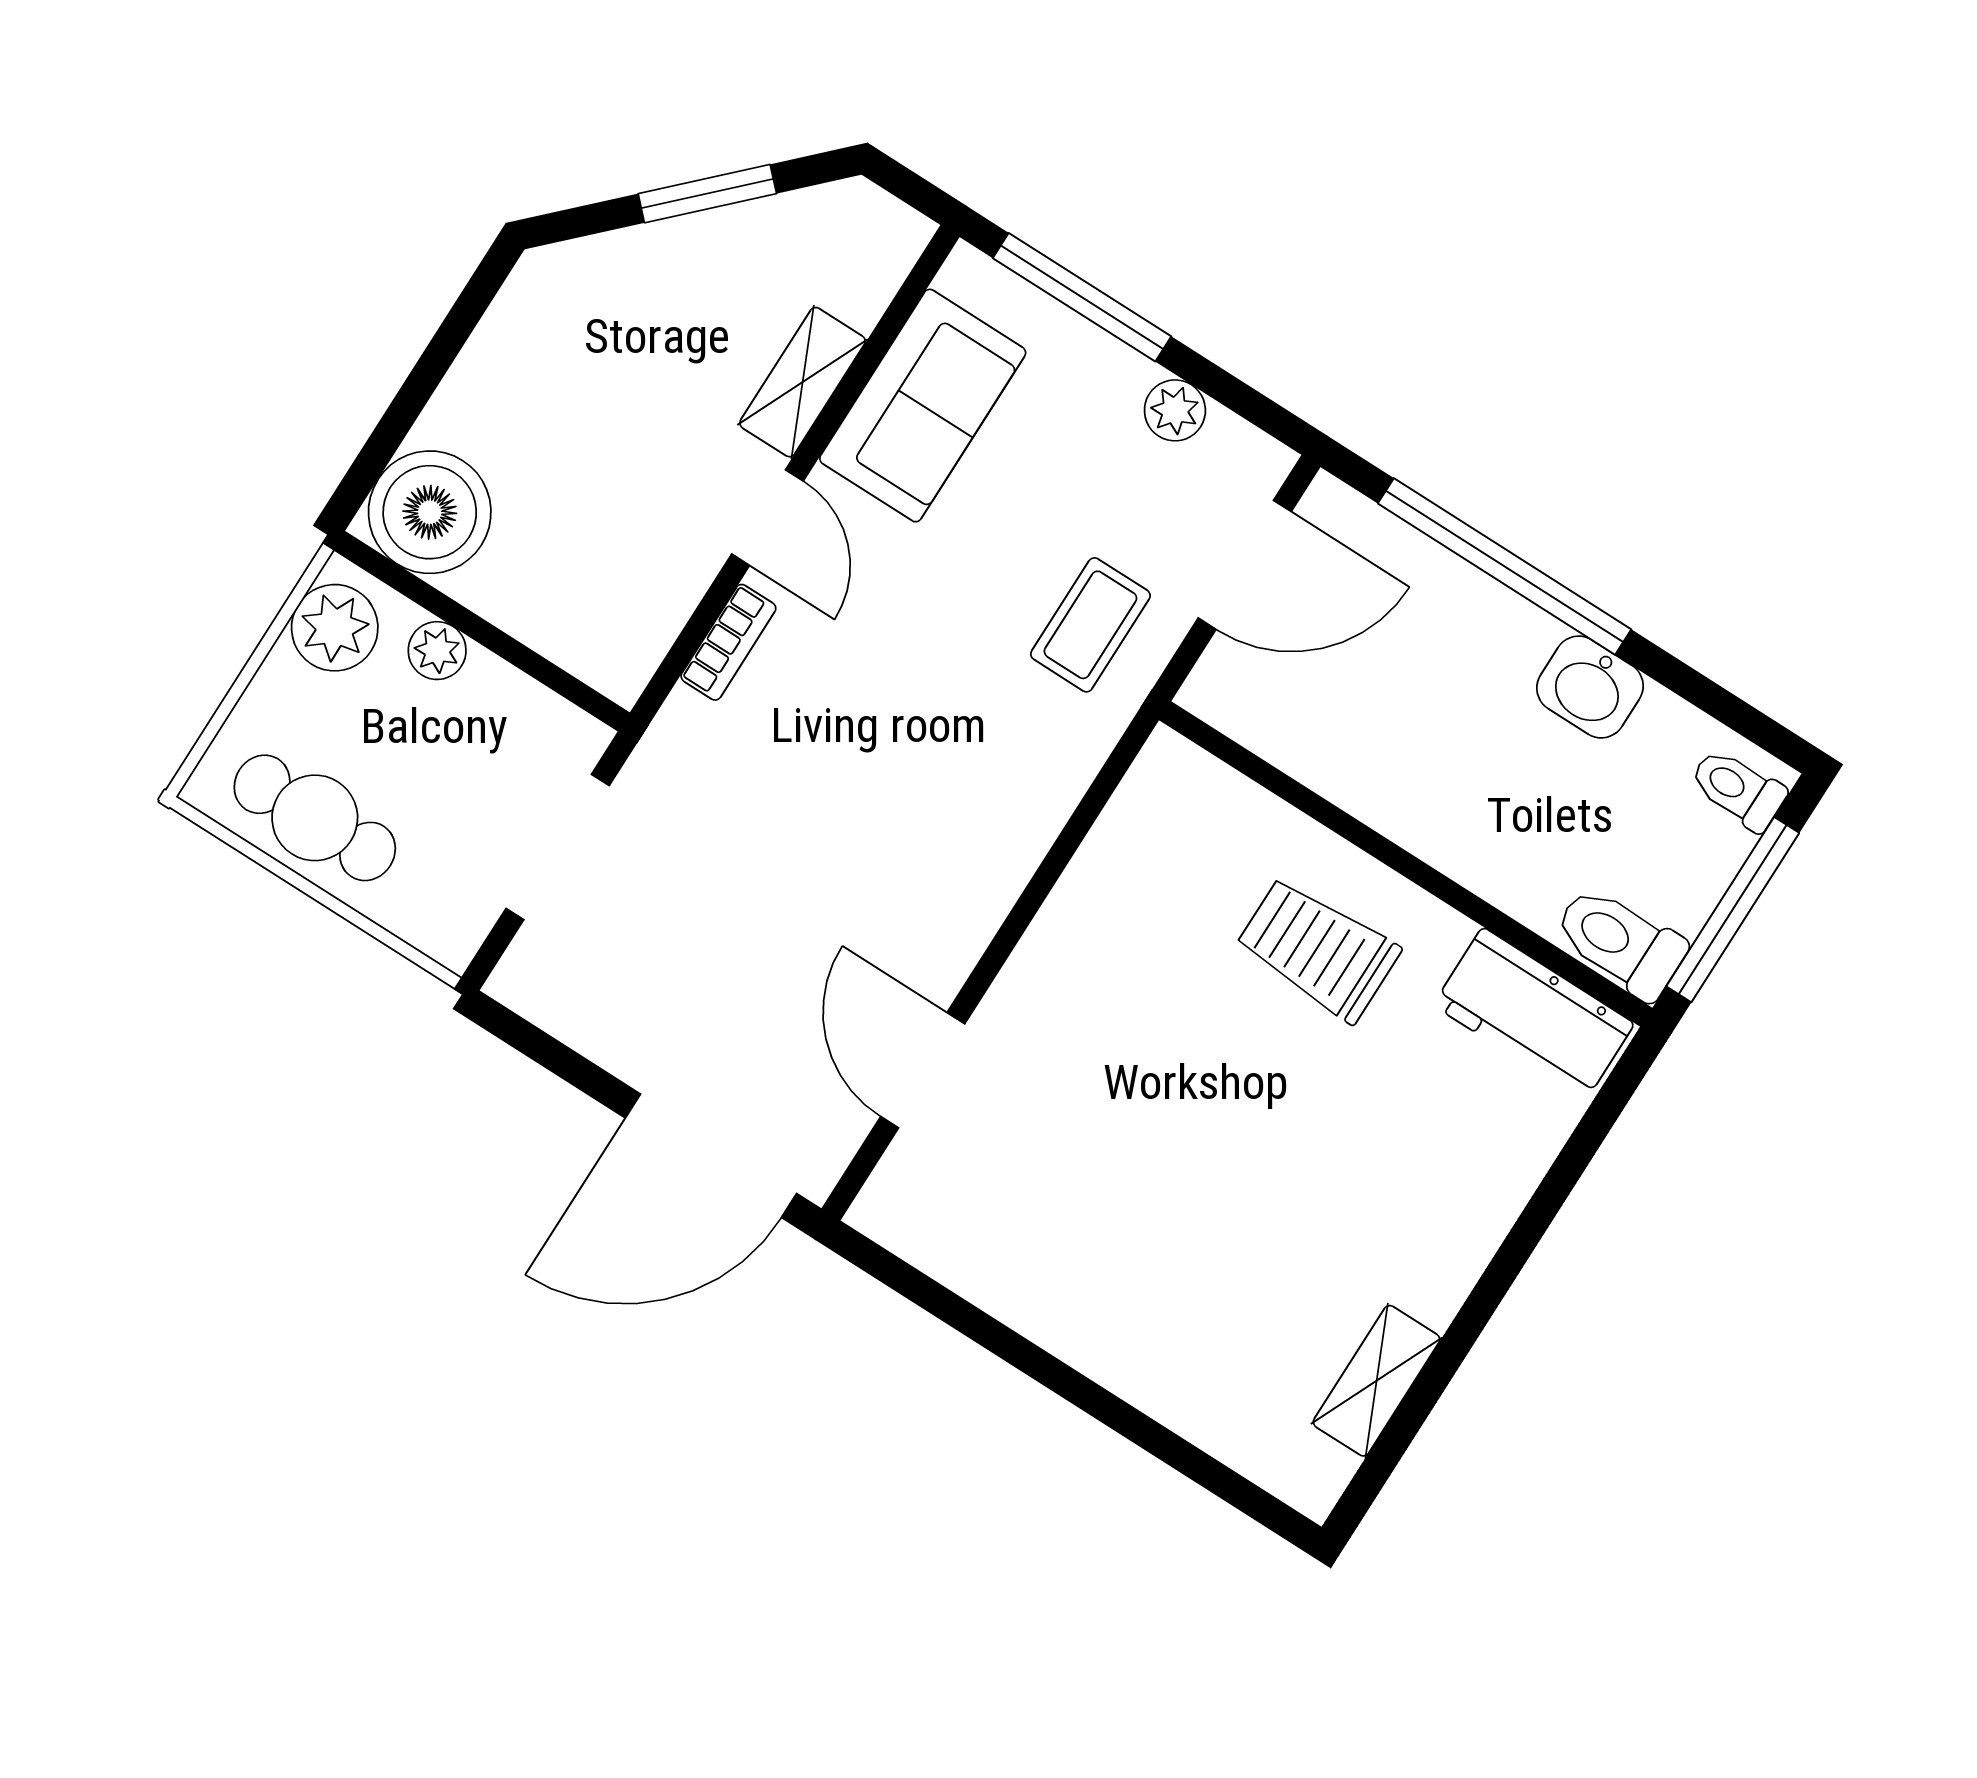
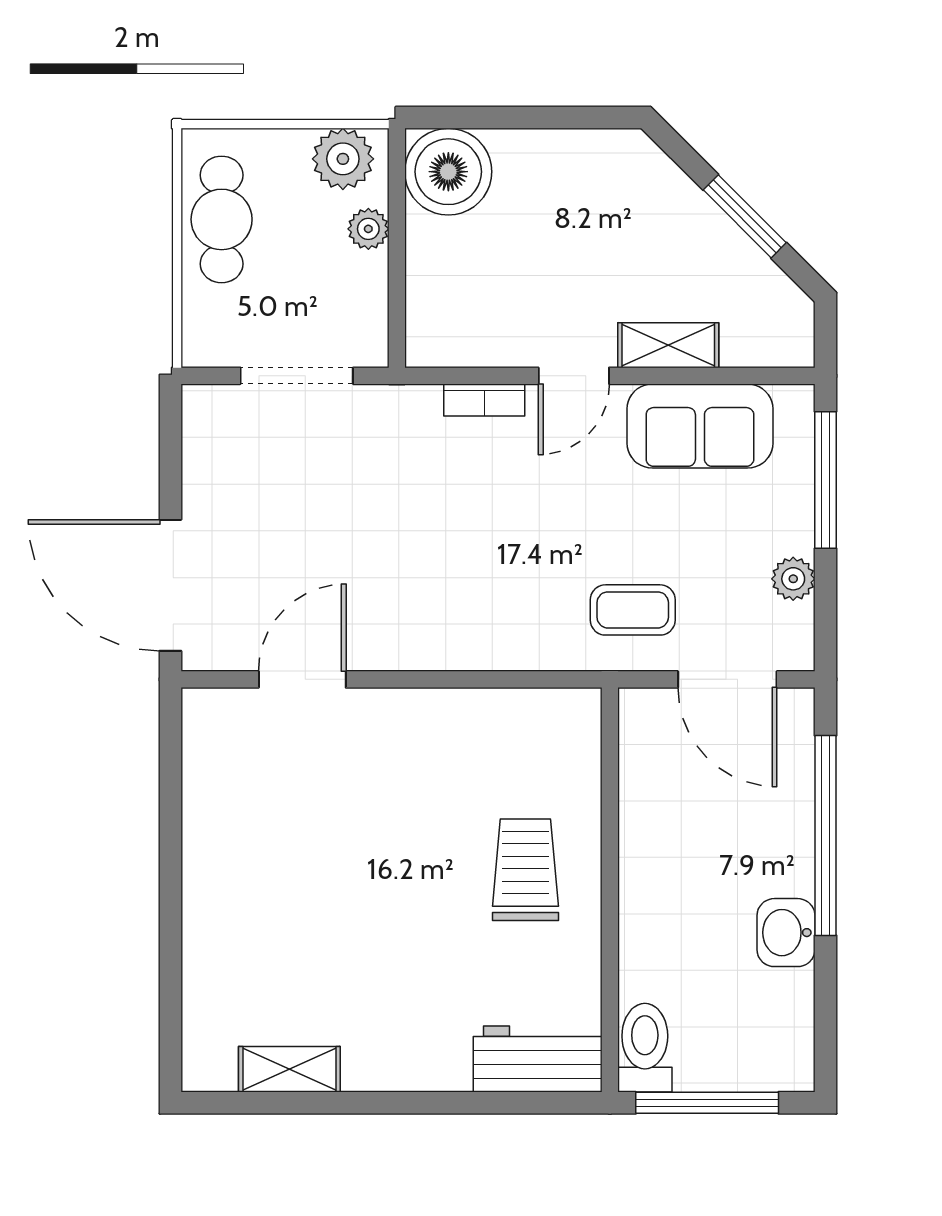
toilet: (1738, 789) -> (781, 1060), removed
workbench: (1534, 1014) -> (538, 1059), moved, turned 90

